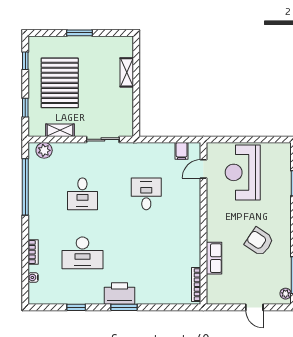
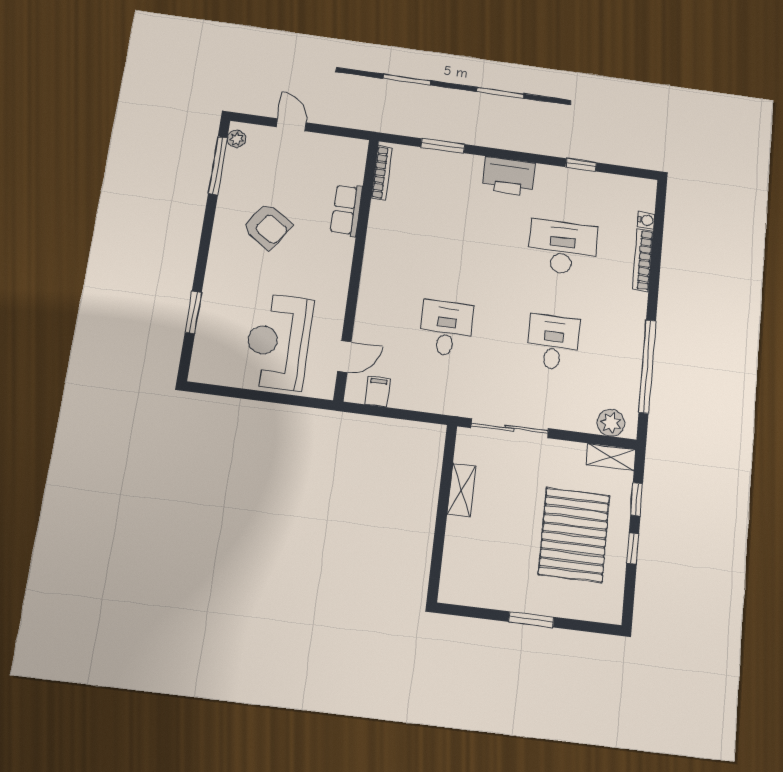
window: (25, 61) -> (633, 548), moved
shelving: (127, 72) -> (461, 490), moved
shelving: (60, 130) -> (611, 457), moved
sliding door: (103, 139) -> (510, 428), width x1.37
reception desk: (243, 172) -> (278, 342), turned 180
desk: (146, 194) -> (446, 328), turned 180
bookcase: (33, 252) -> (643, 260), width x1.56
window: (124, 307) -> (443, 146), moved

